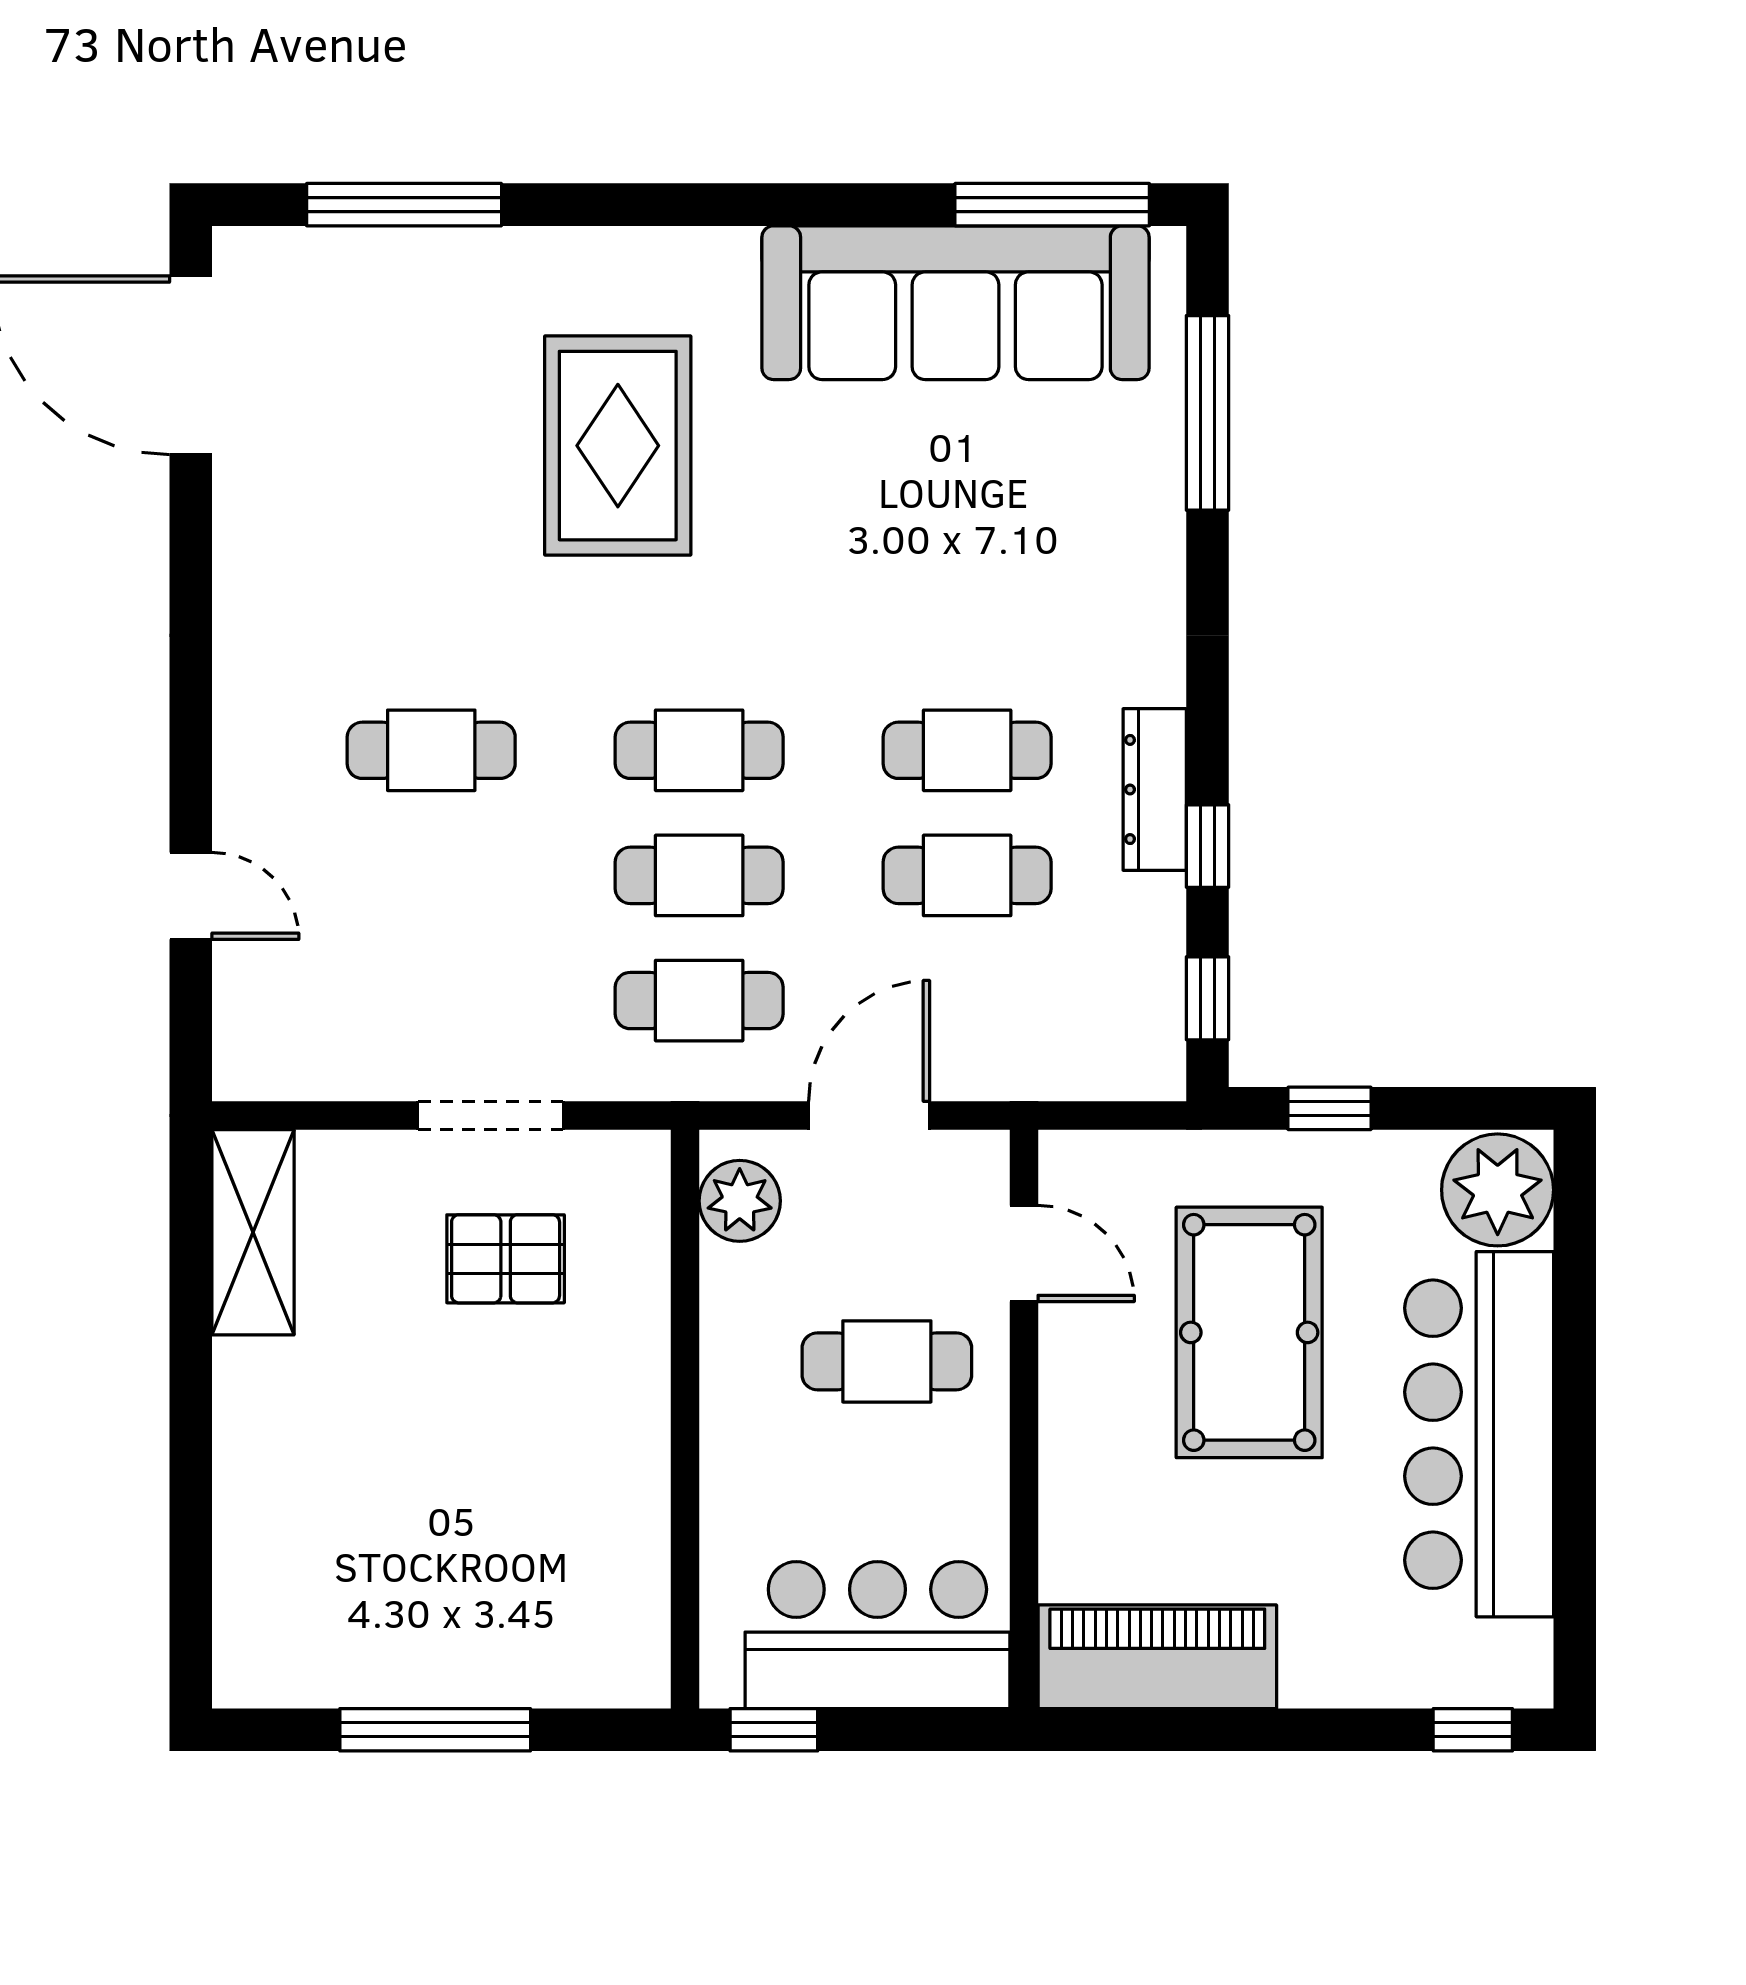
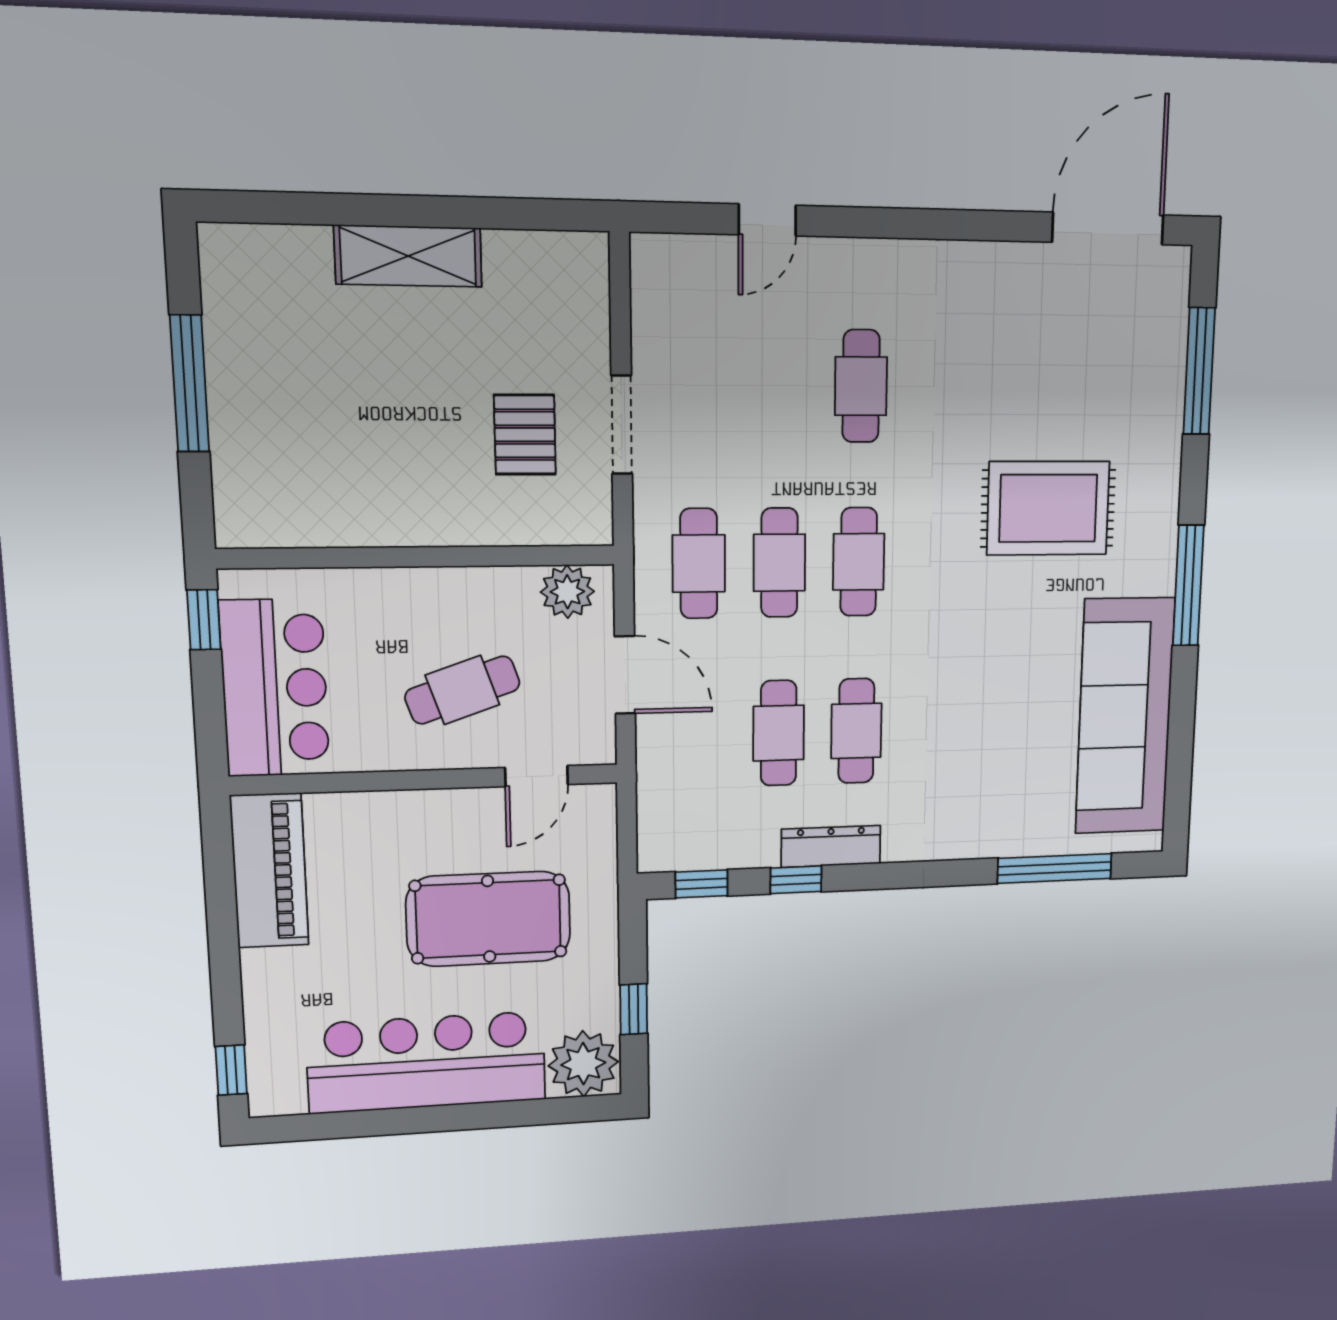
window: (1052, 205) -> (1188, 586), moved
window: (1329, 1108) -> (634, 1009), moved
shelving: (253, 1232) -> (408, 256), moved
cafe table: (887, 1361) -> (462, 690), turned 71

